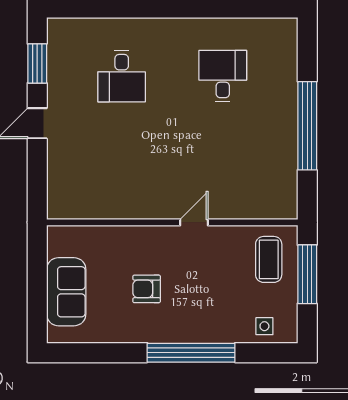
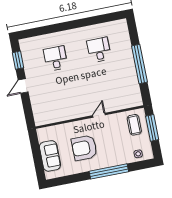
desk: (122, 76) -> (55, 58), turned 180
armchair: (147, 289) -> (84, 148), width x1.88, depth x1.88

